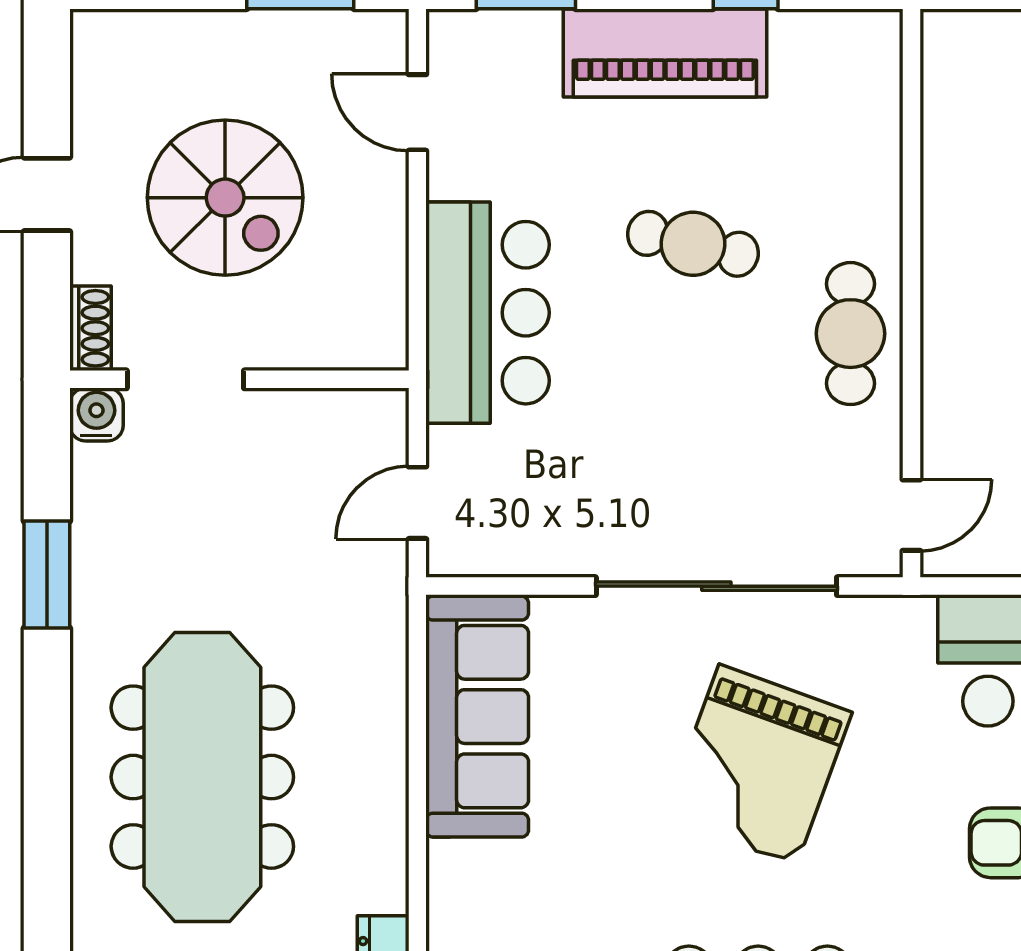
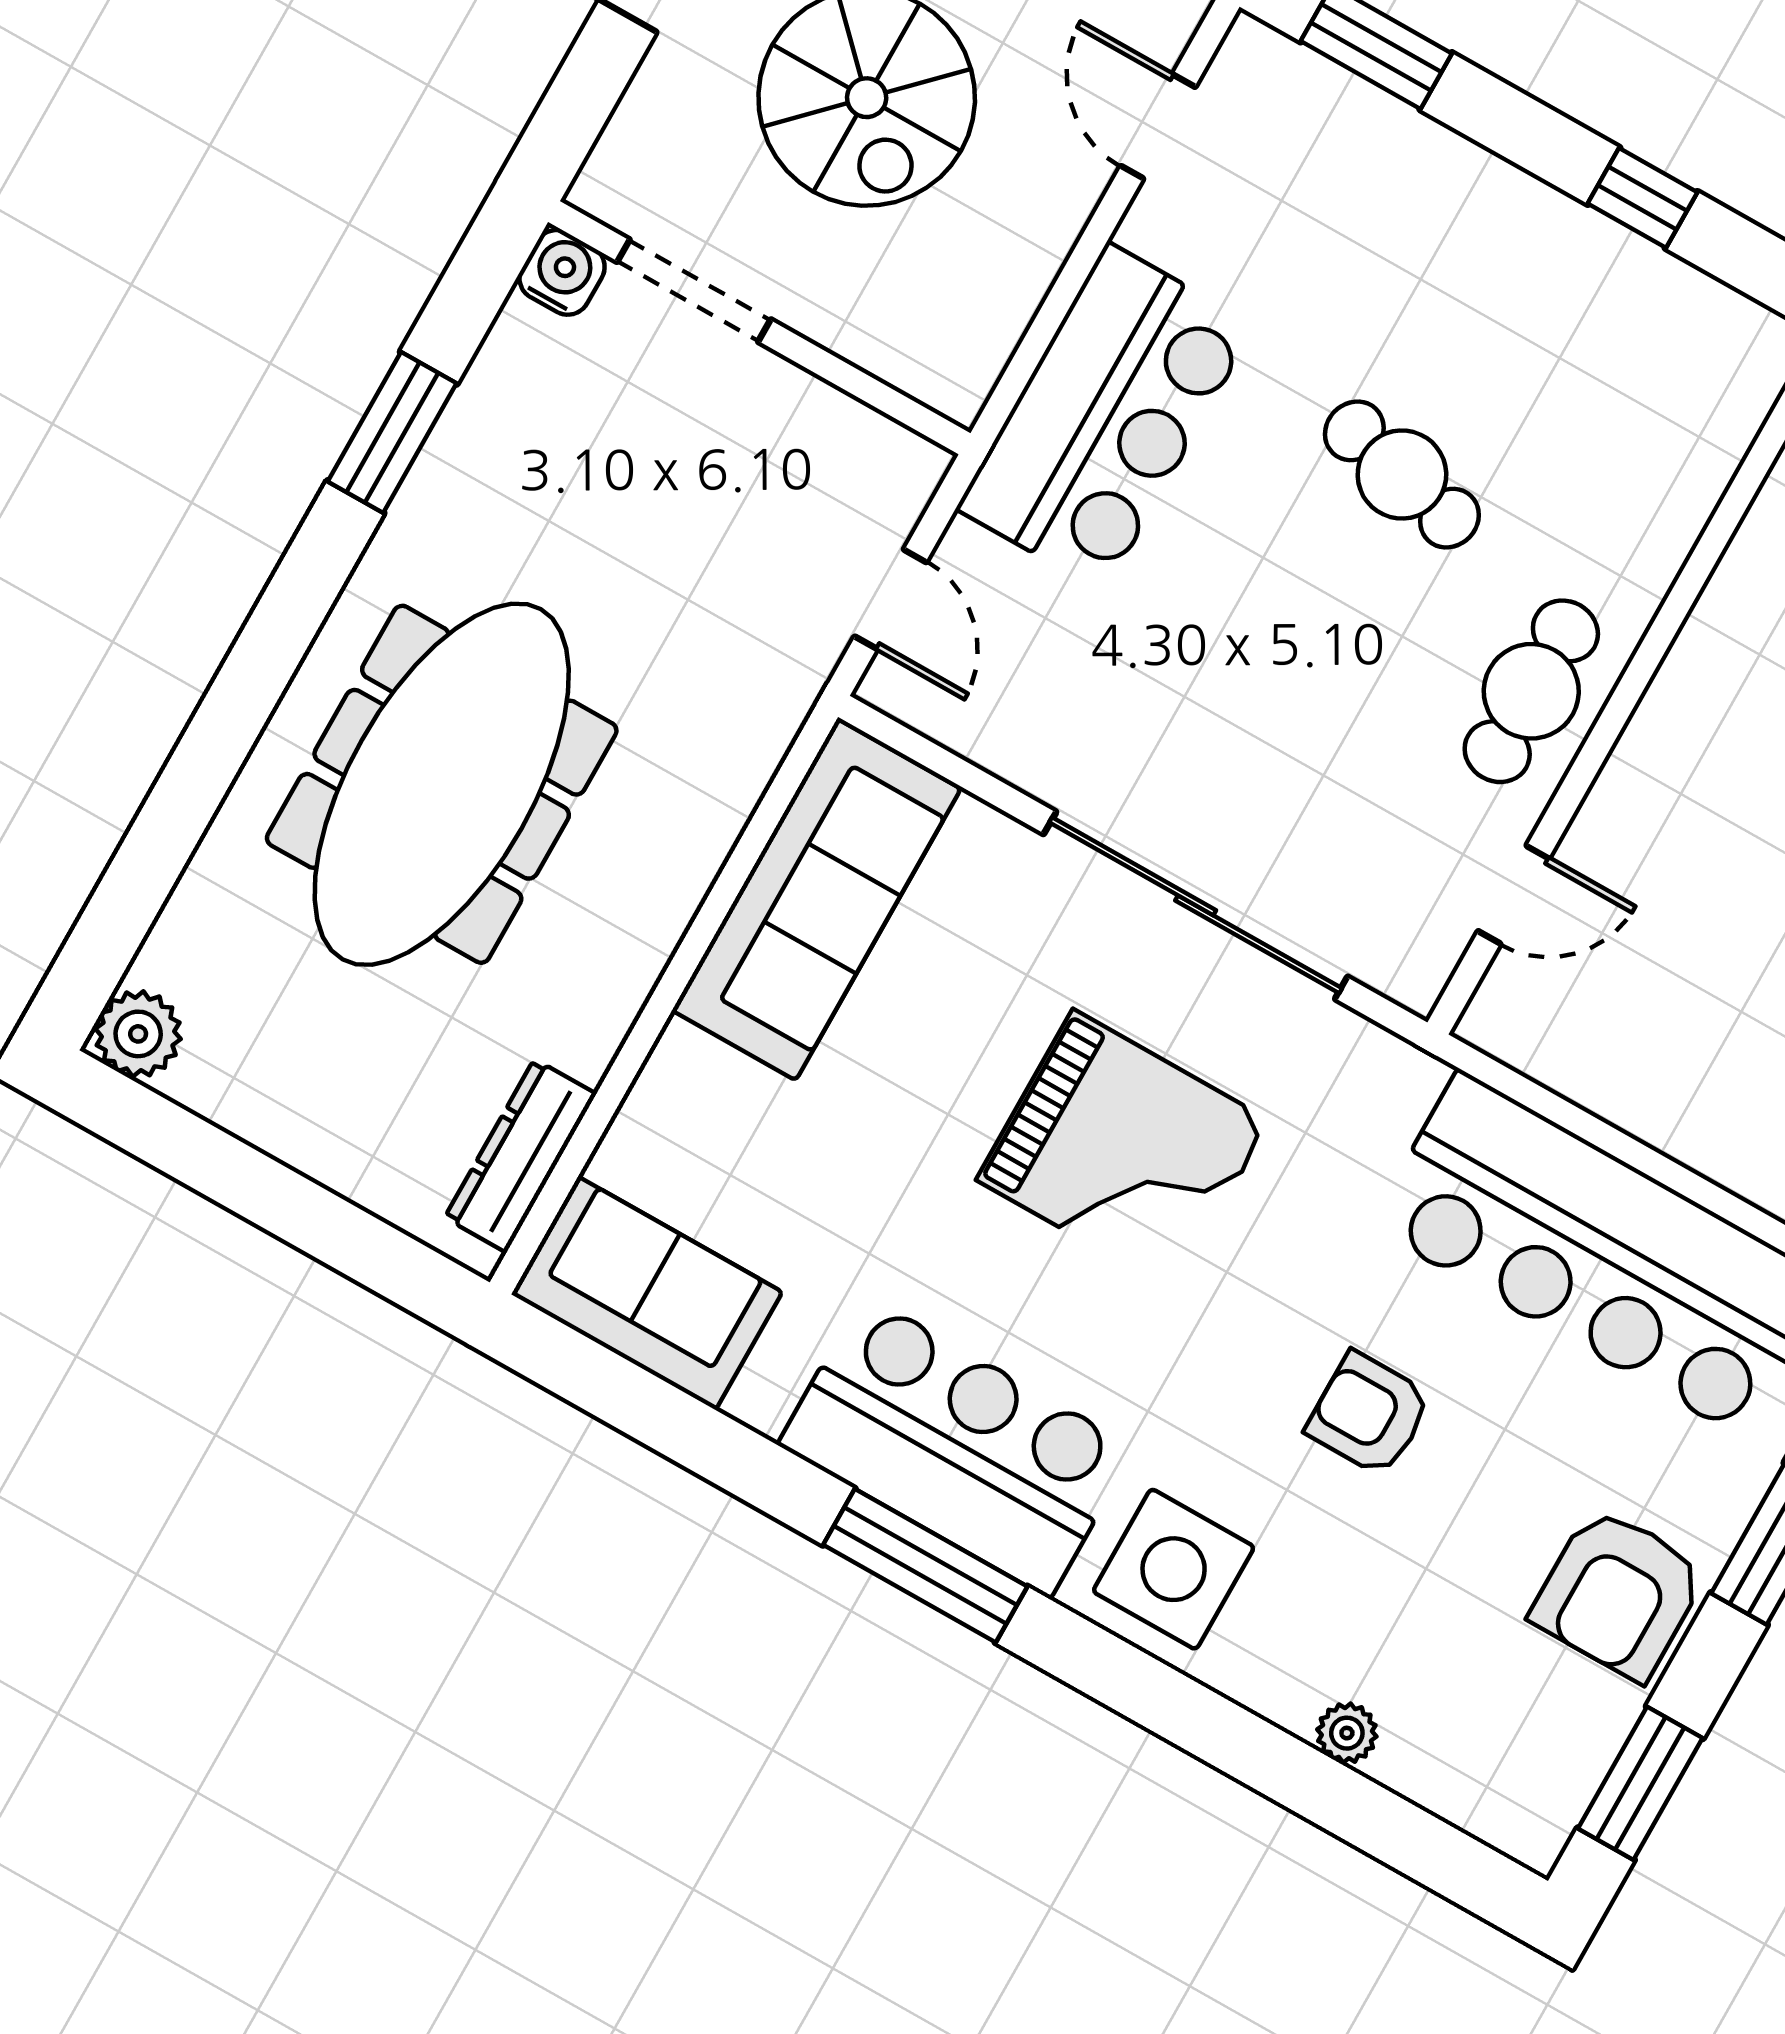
piano: (665, 53) -> (1499, 224), removed
shoe rack: (90, 328) -> (614, 164), removed
door: (417, 503) -> (890, 599), swing flipped
door: (911, 515) -> (1514, 895), moved
grand piano: (758, 765) -> (1123, 1150), turned -110

